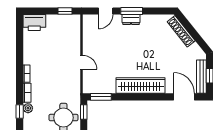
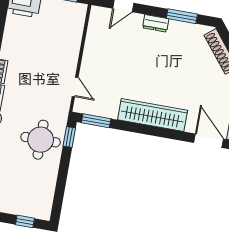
window: (132, 11) -> (182, 16), moved
door: (81, 62) -> (75, 87), moved

